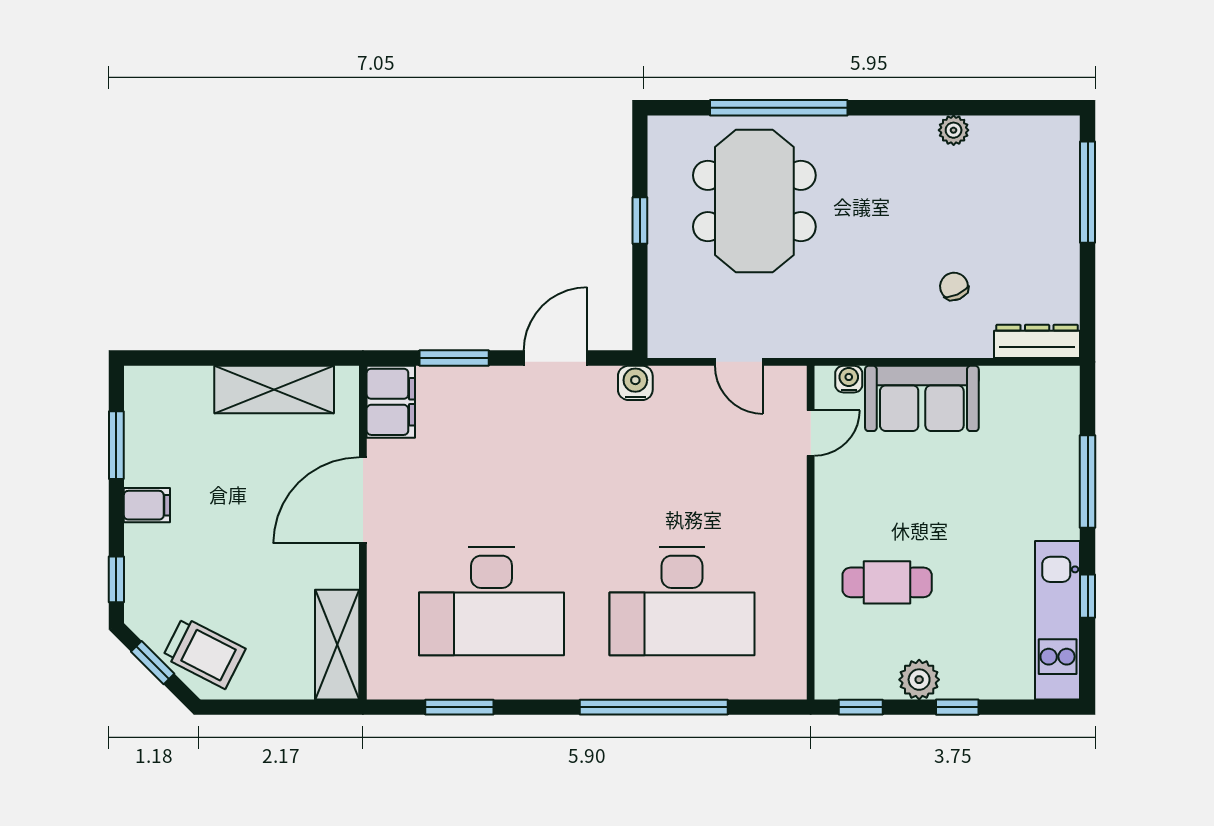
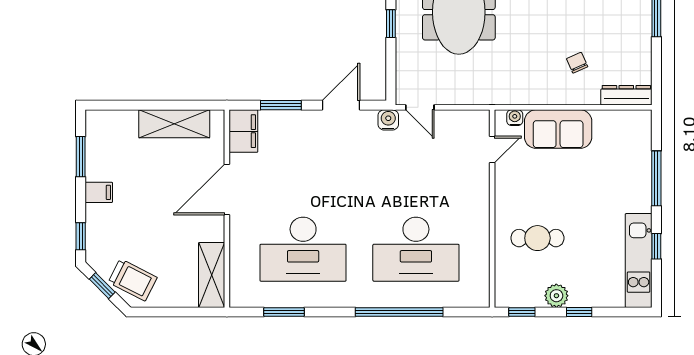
door: (739, 362) -> (420, 107), moved

